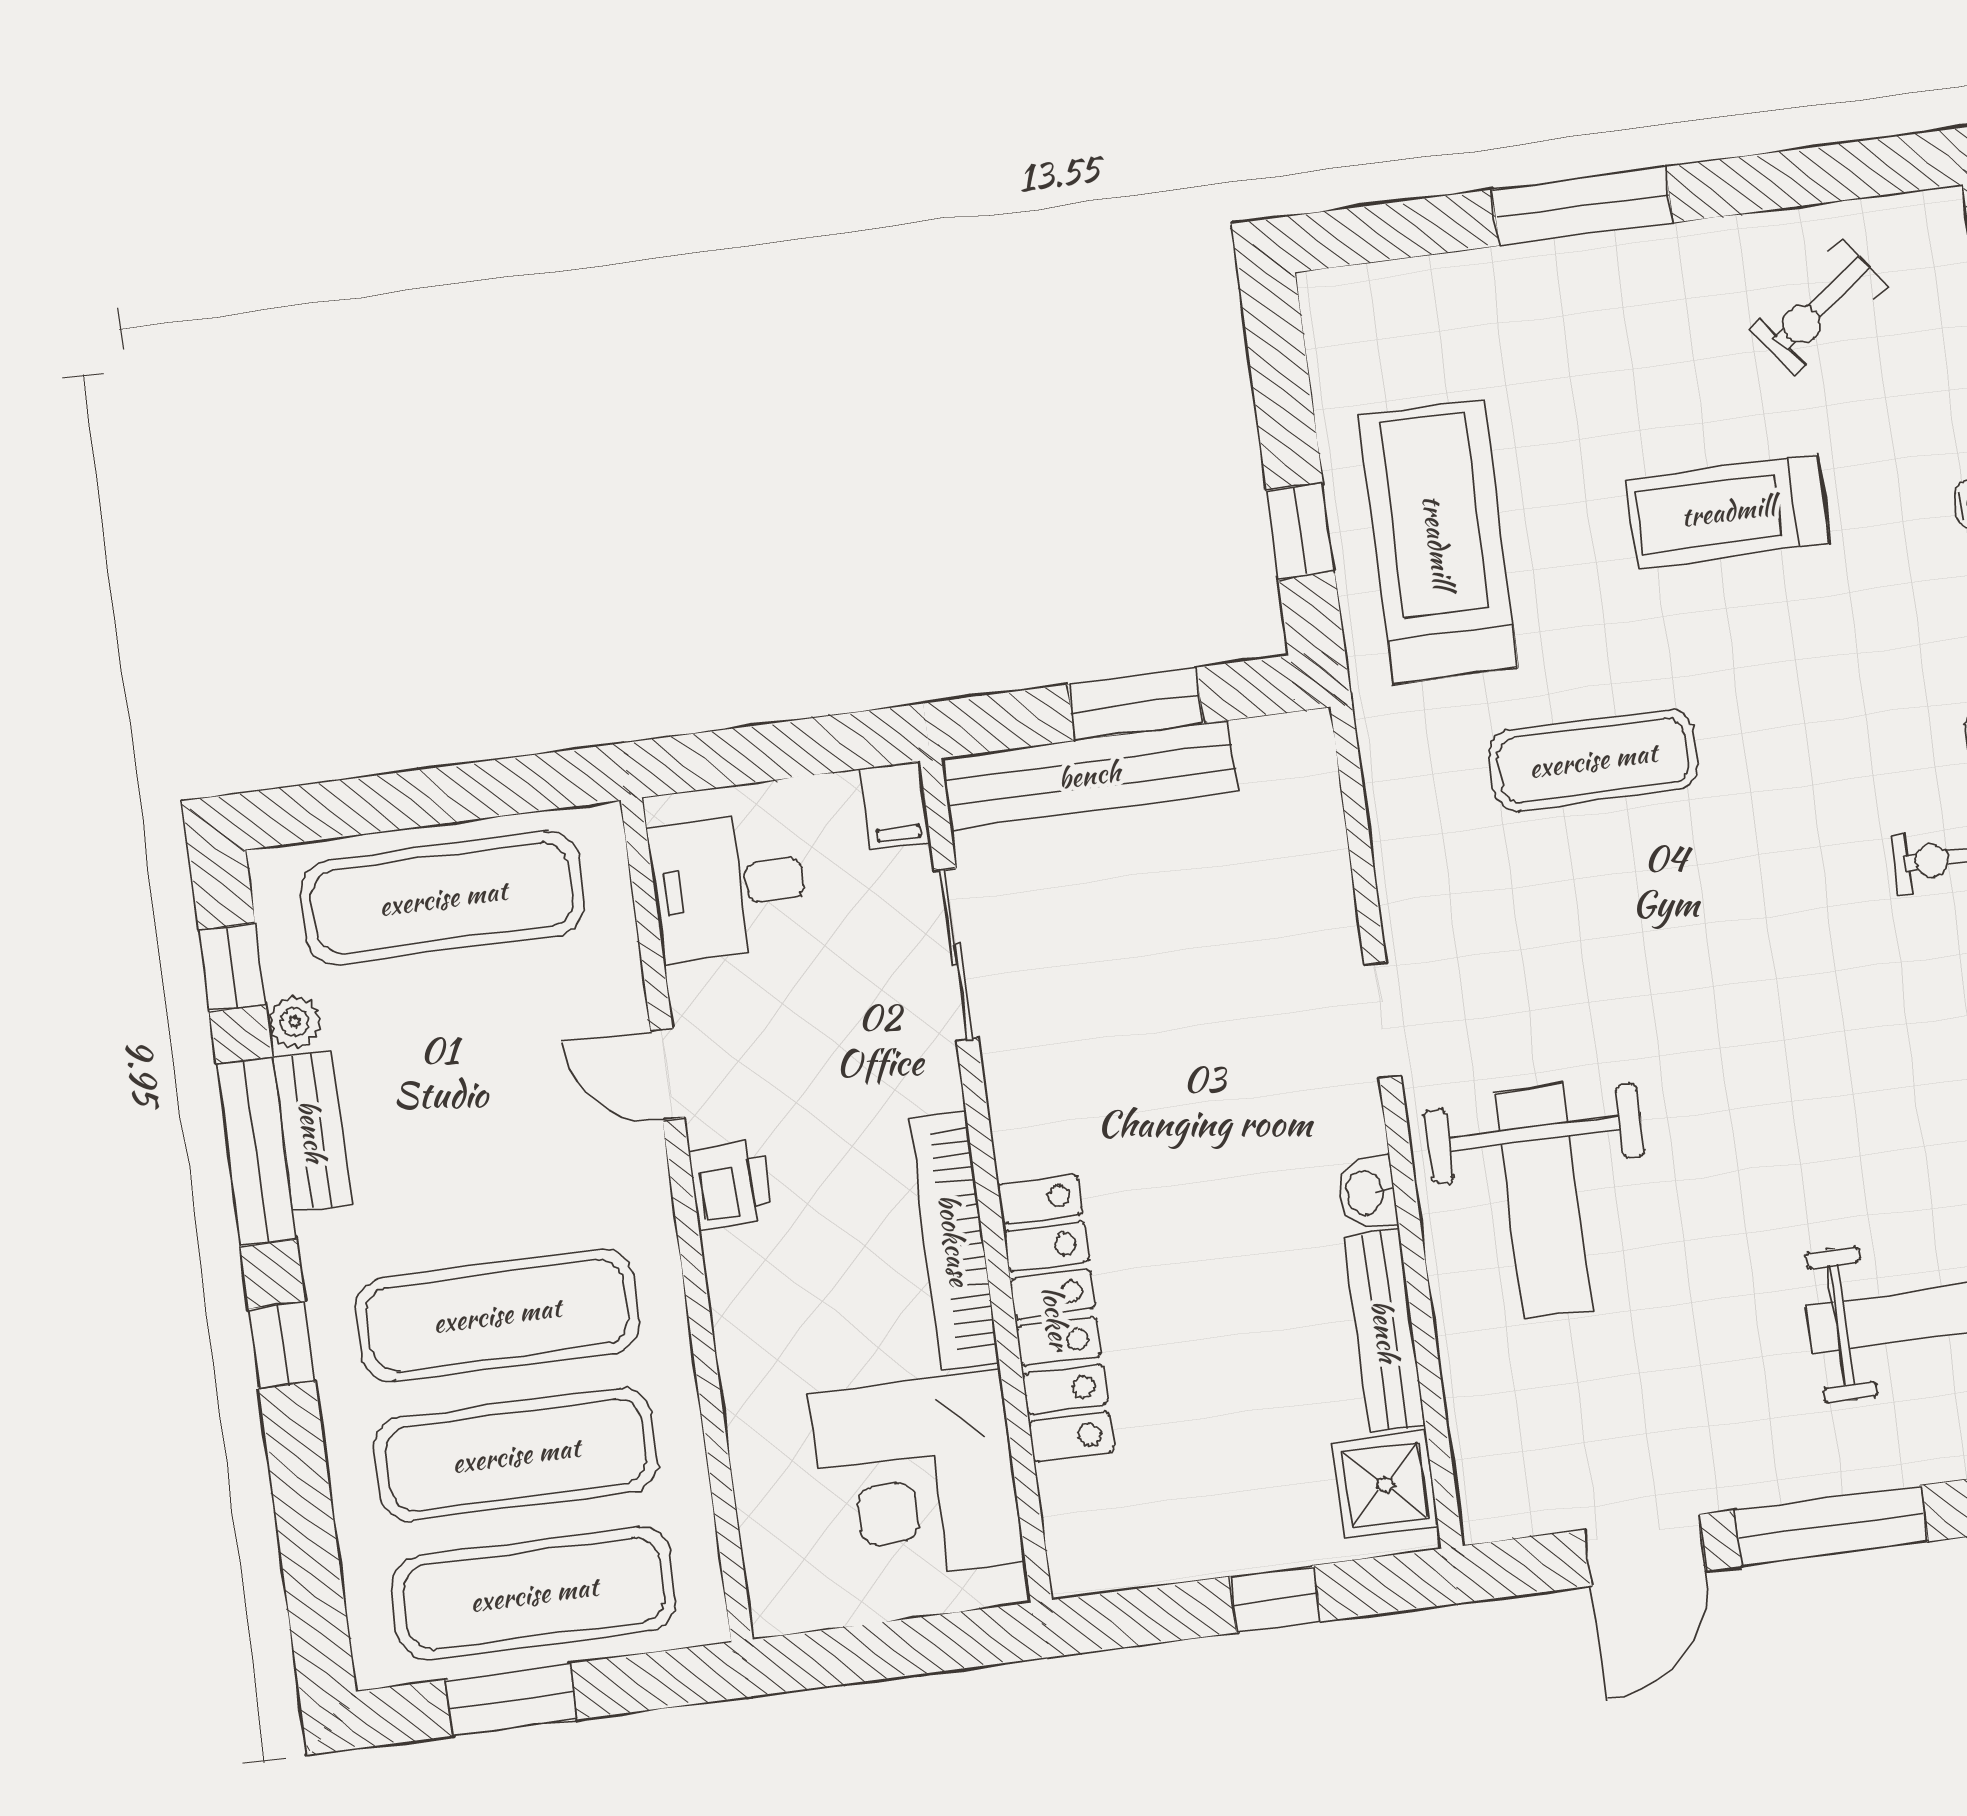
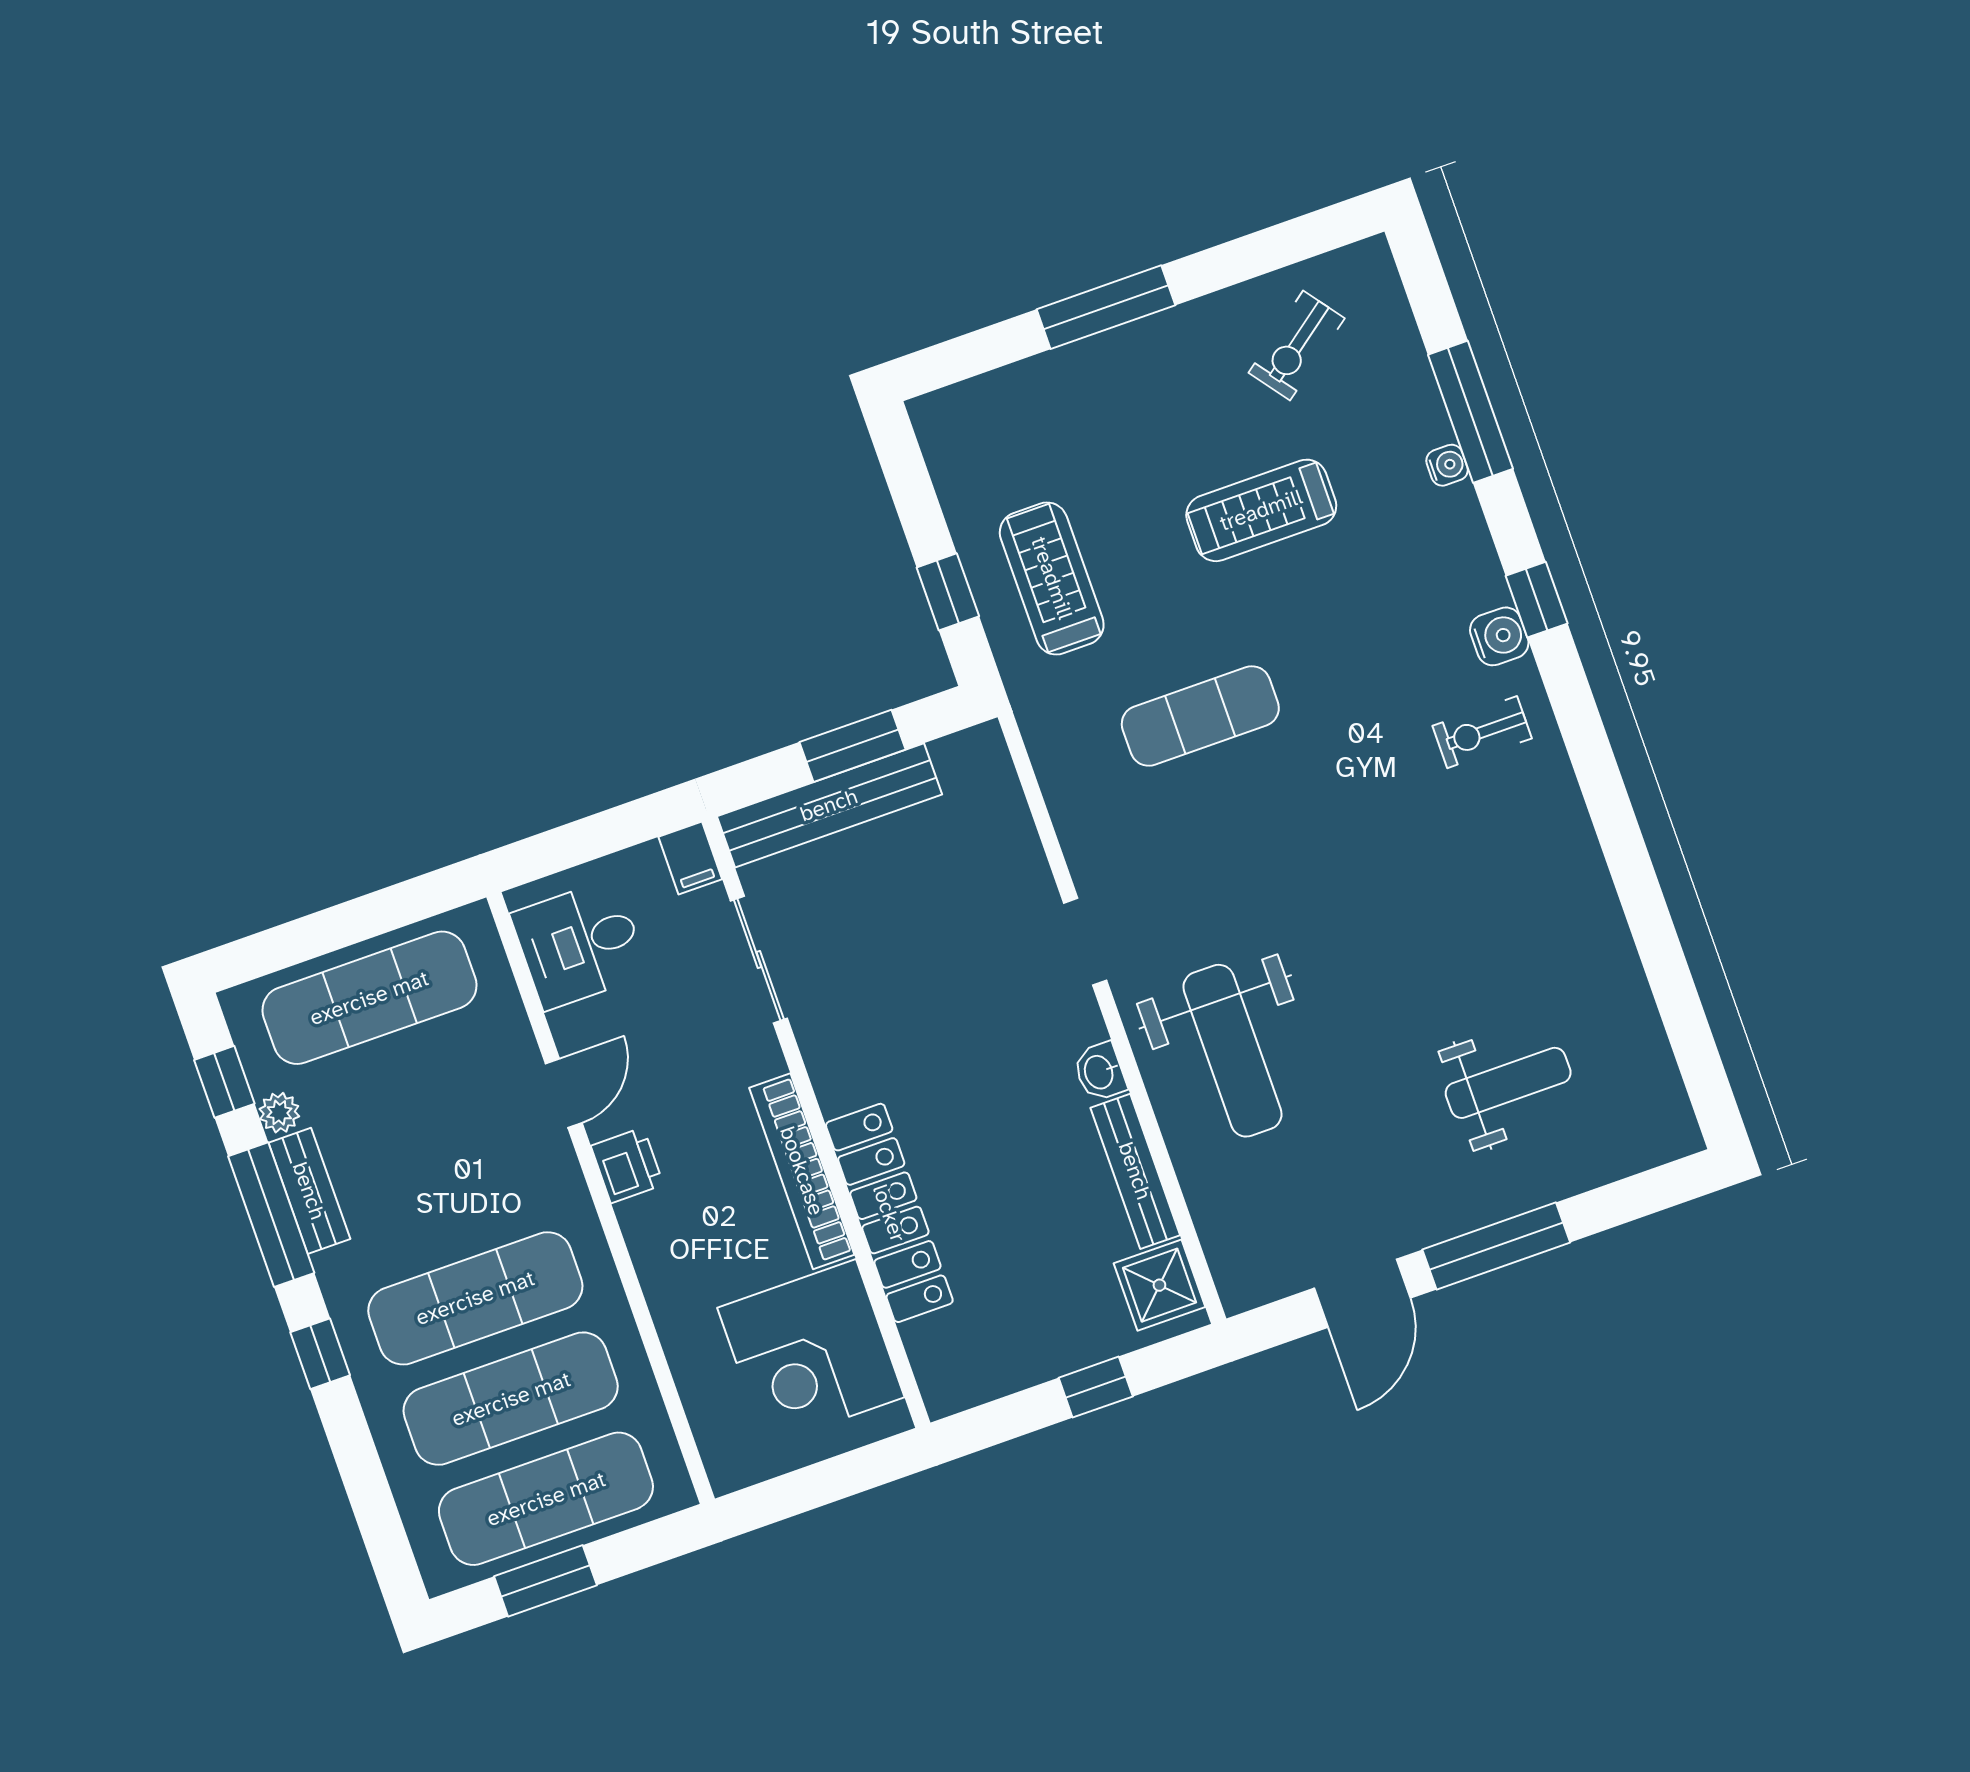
treadmill: (1438, 542) -> (1052, 578), width x0.73, depth x0.73
door: (668, 1074) -> (564, 1093), swing flipped

